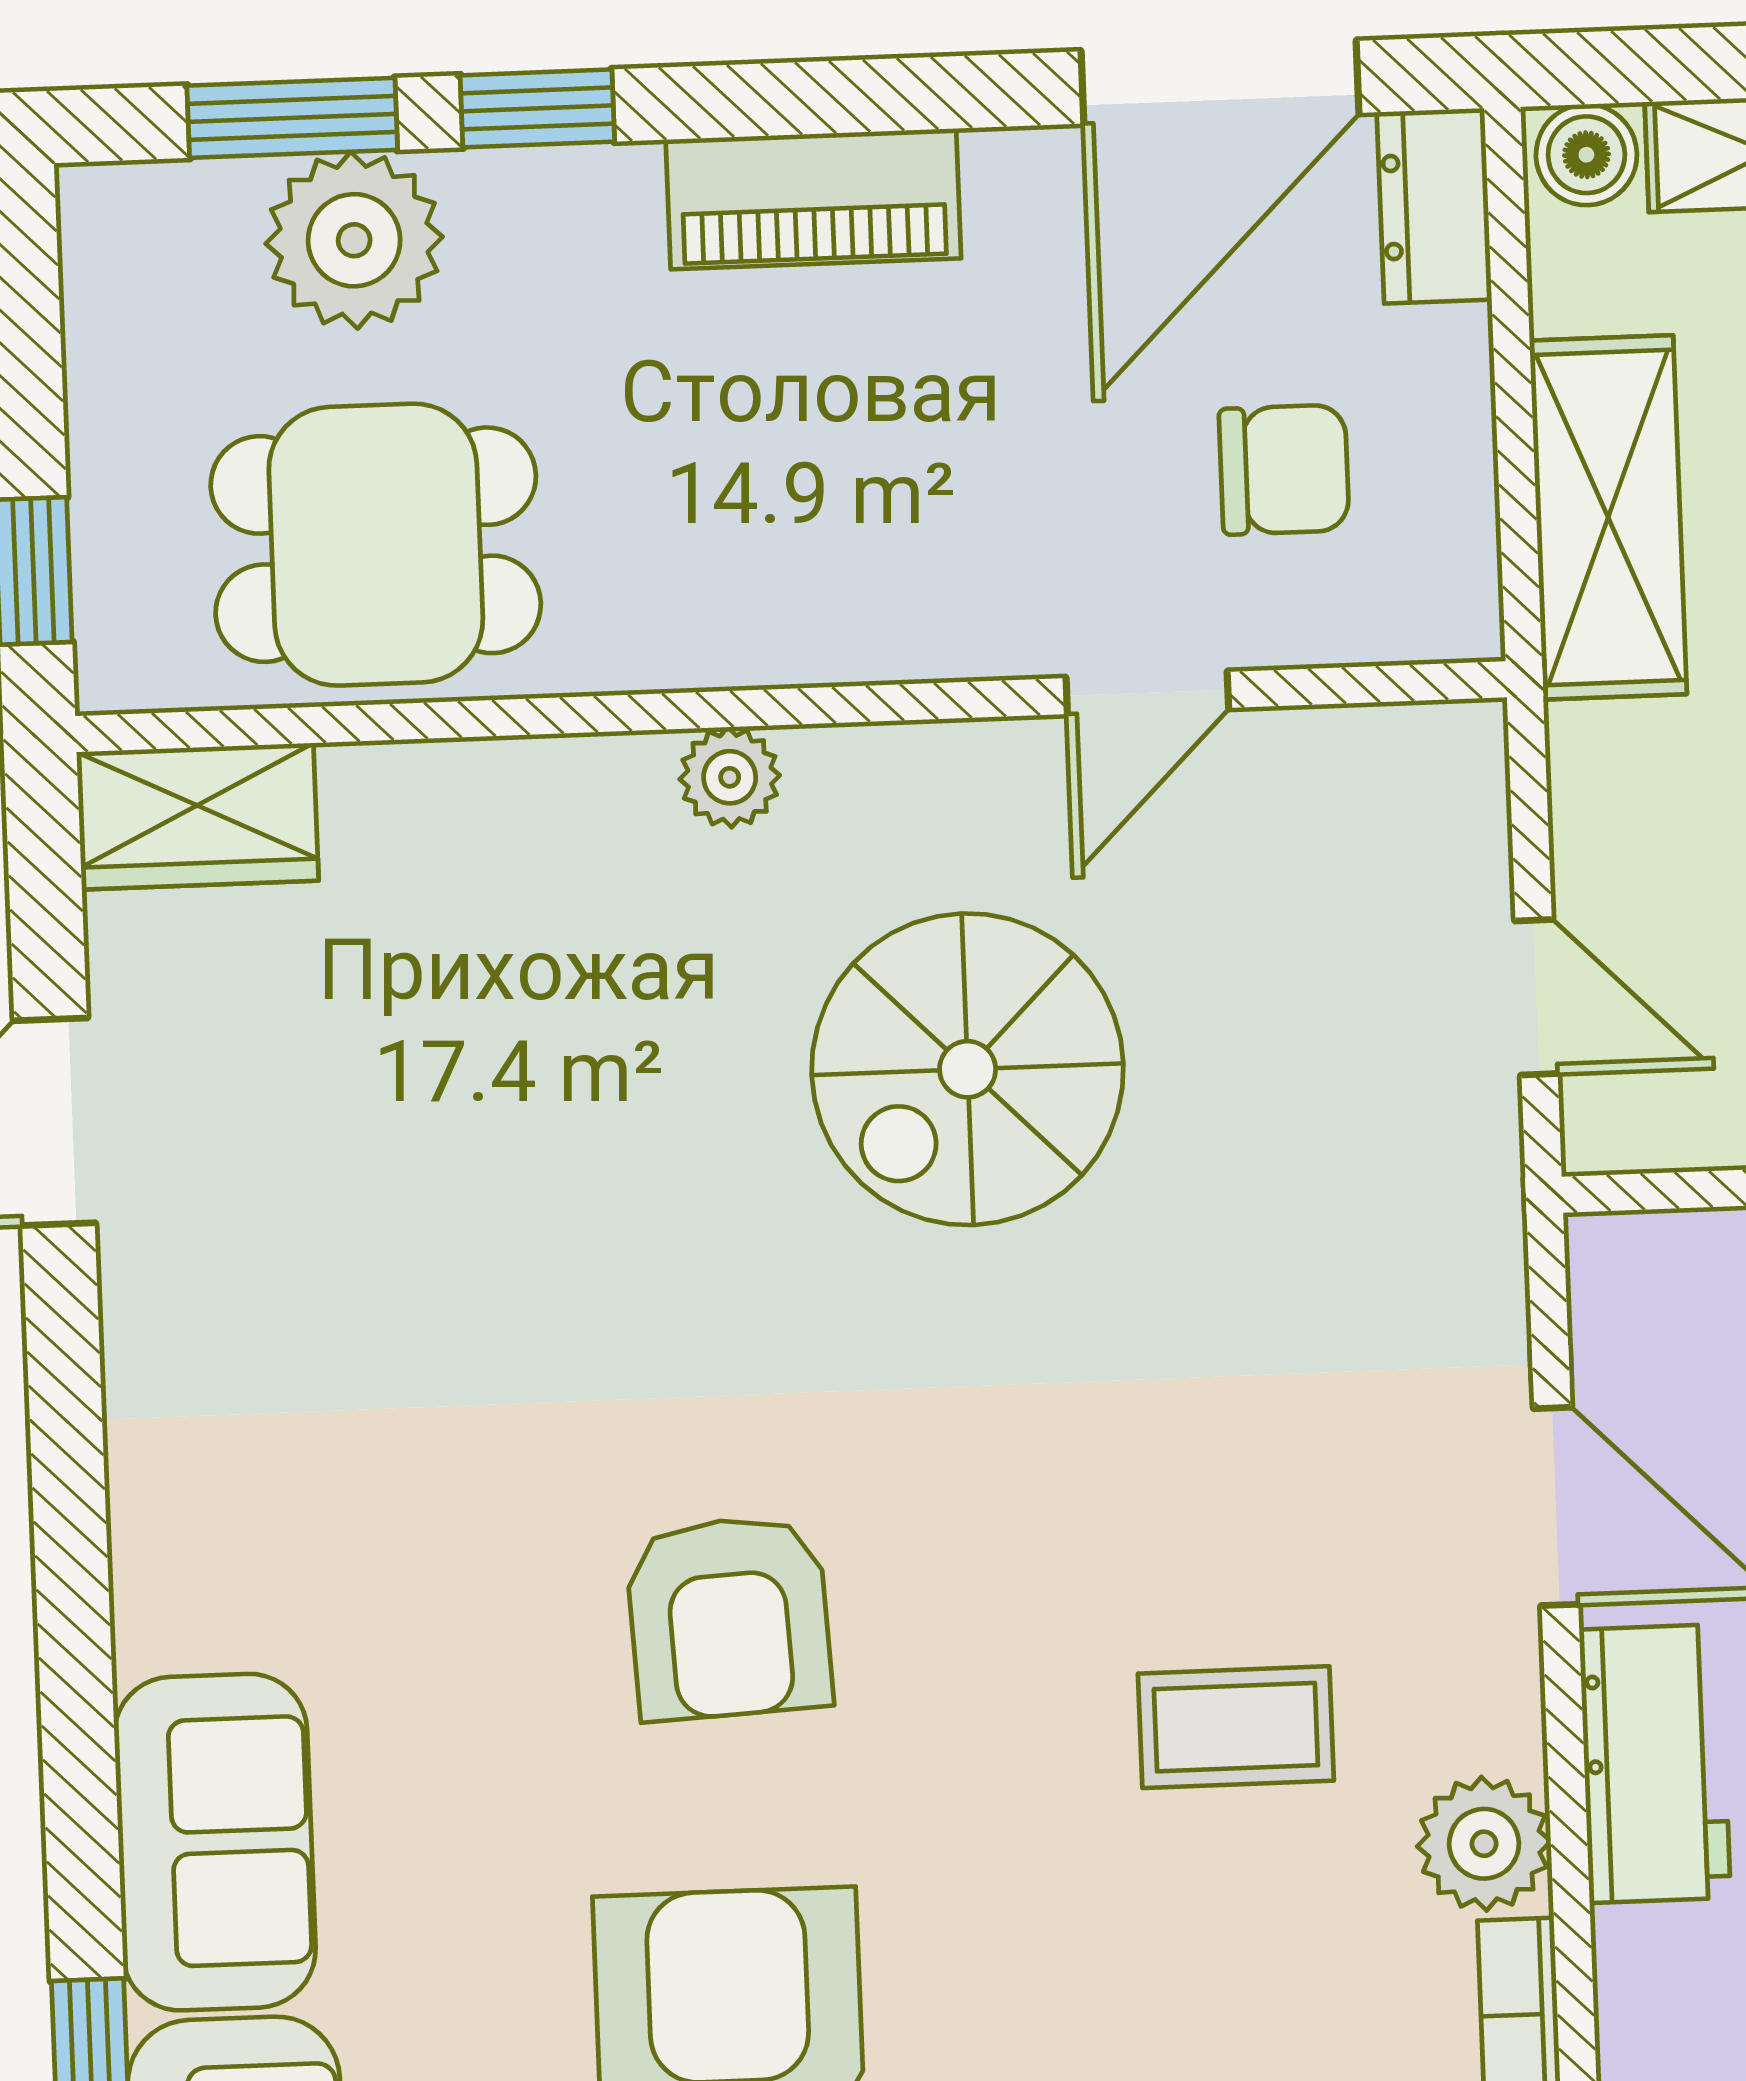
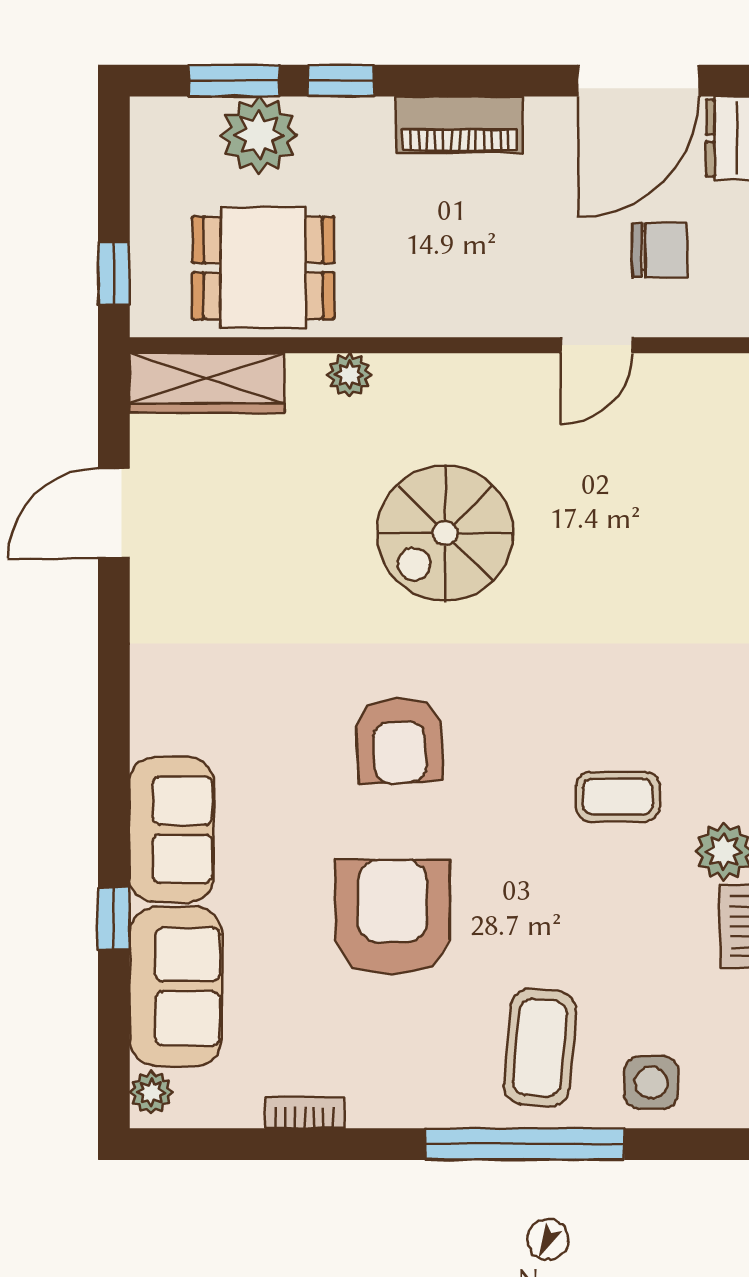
plant: (730, 777) -> (349, 375), moved
wardrobe: (198, 816) -> (207, 383), width x1.50
spiral stairs: (968, 1069) -> (445, 533), moved

